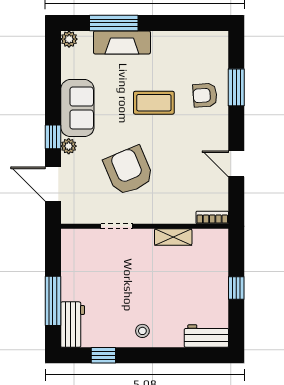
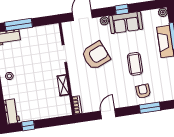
window: (53, 137) -> (122, 9), moved
window: (236, 288) -> (28, 126), moved

